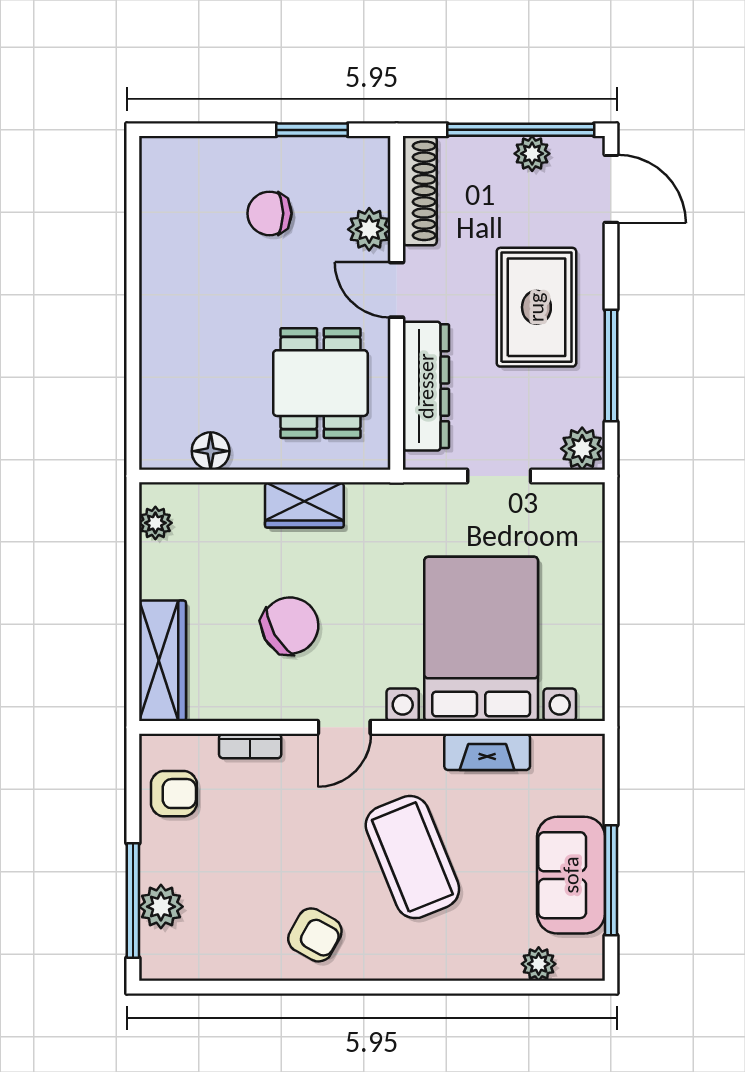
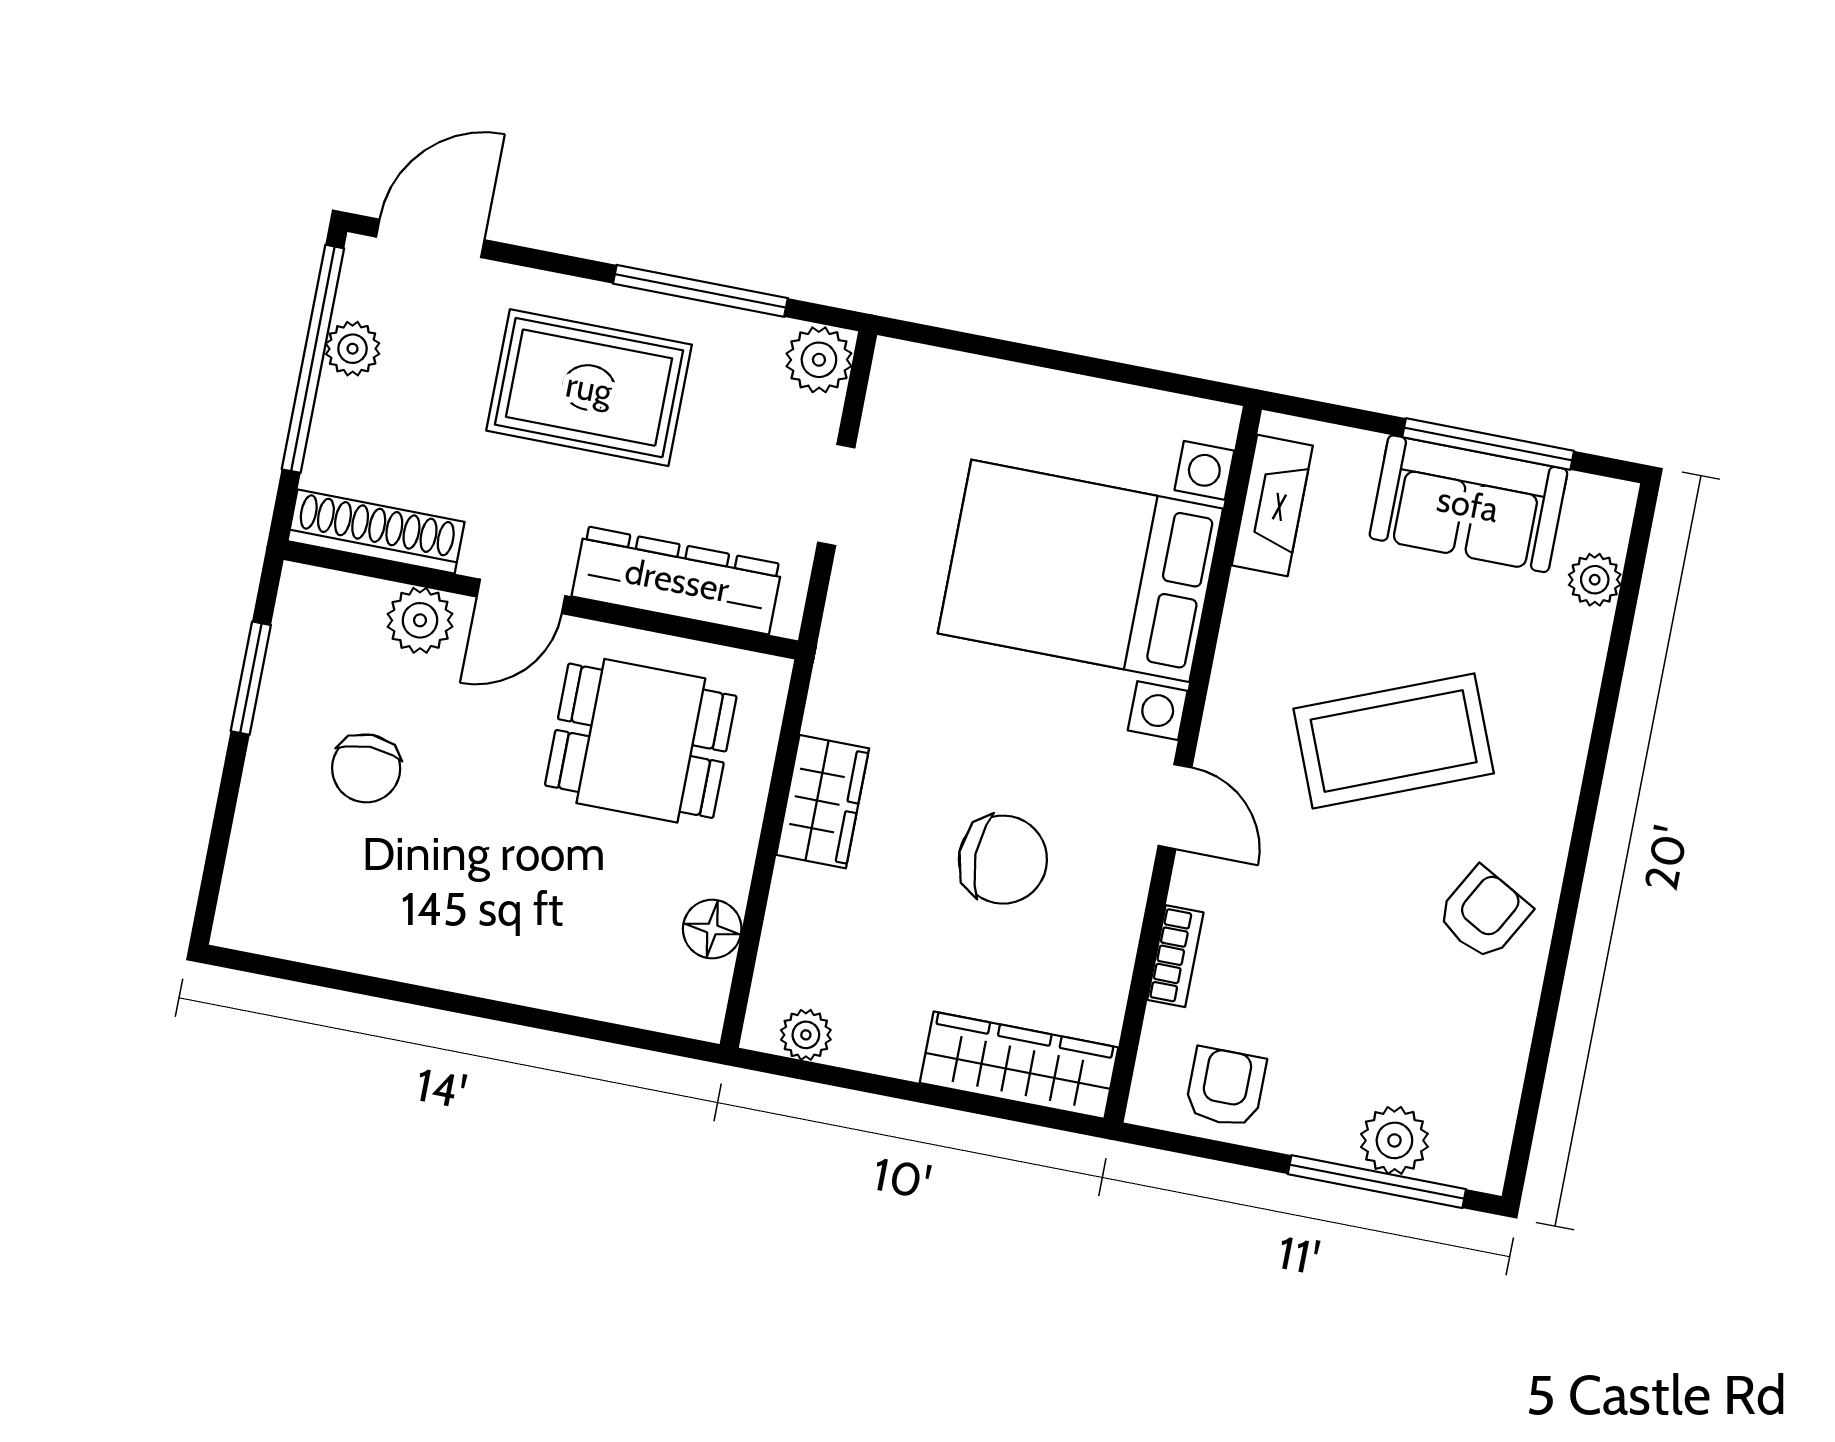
chair: (290, 626) -> (1003, 860), turned 120
fireplace: (487, 752) -> (1272, 506), moved

